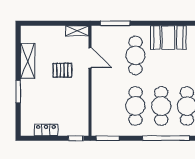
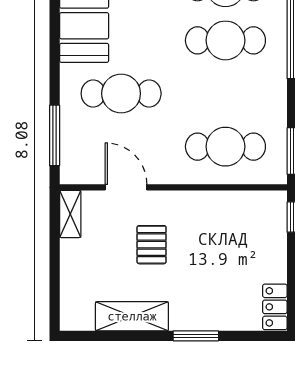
door: (90, 58) -> (126, 187), hinge flipped
cafe table: (136, 106) -> (225, 147), moved
locker: (46, 130) -> (275, 307), moved

